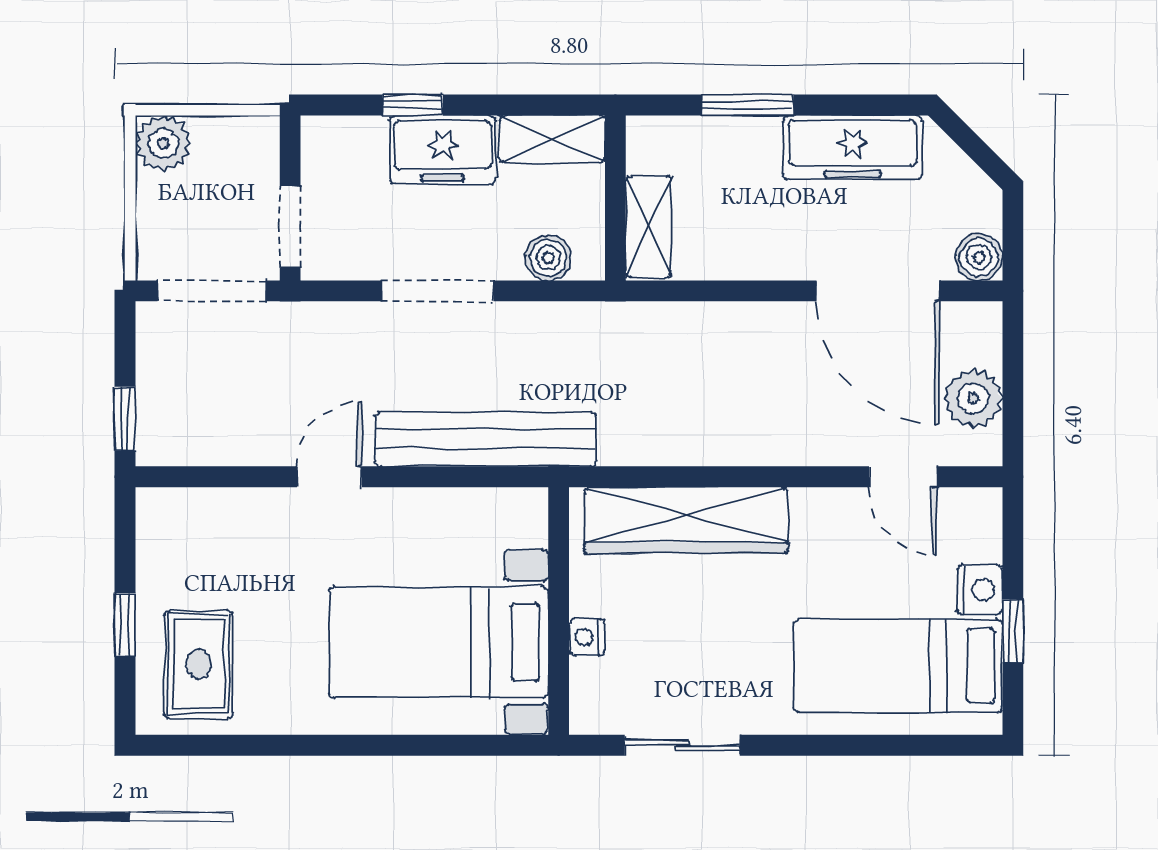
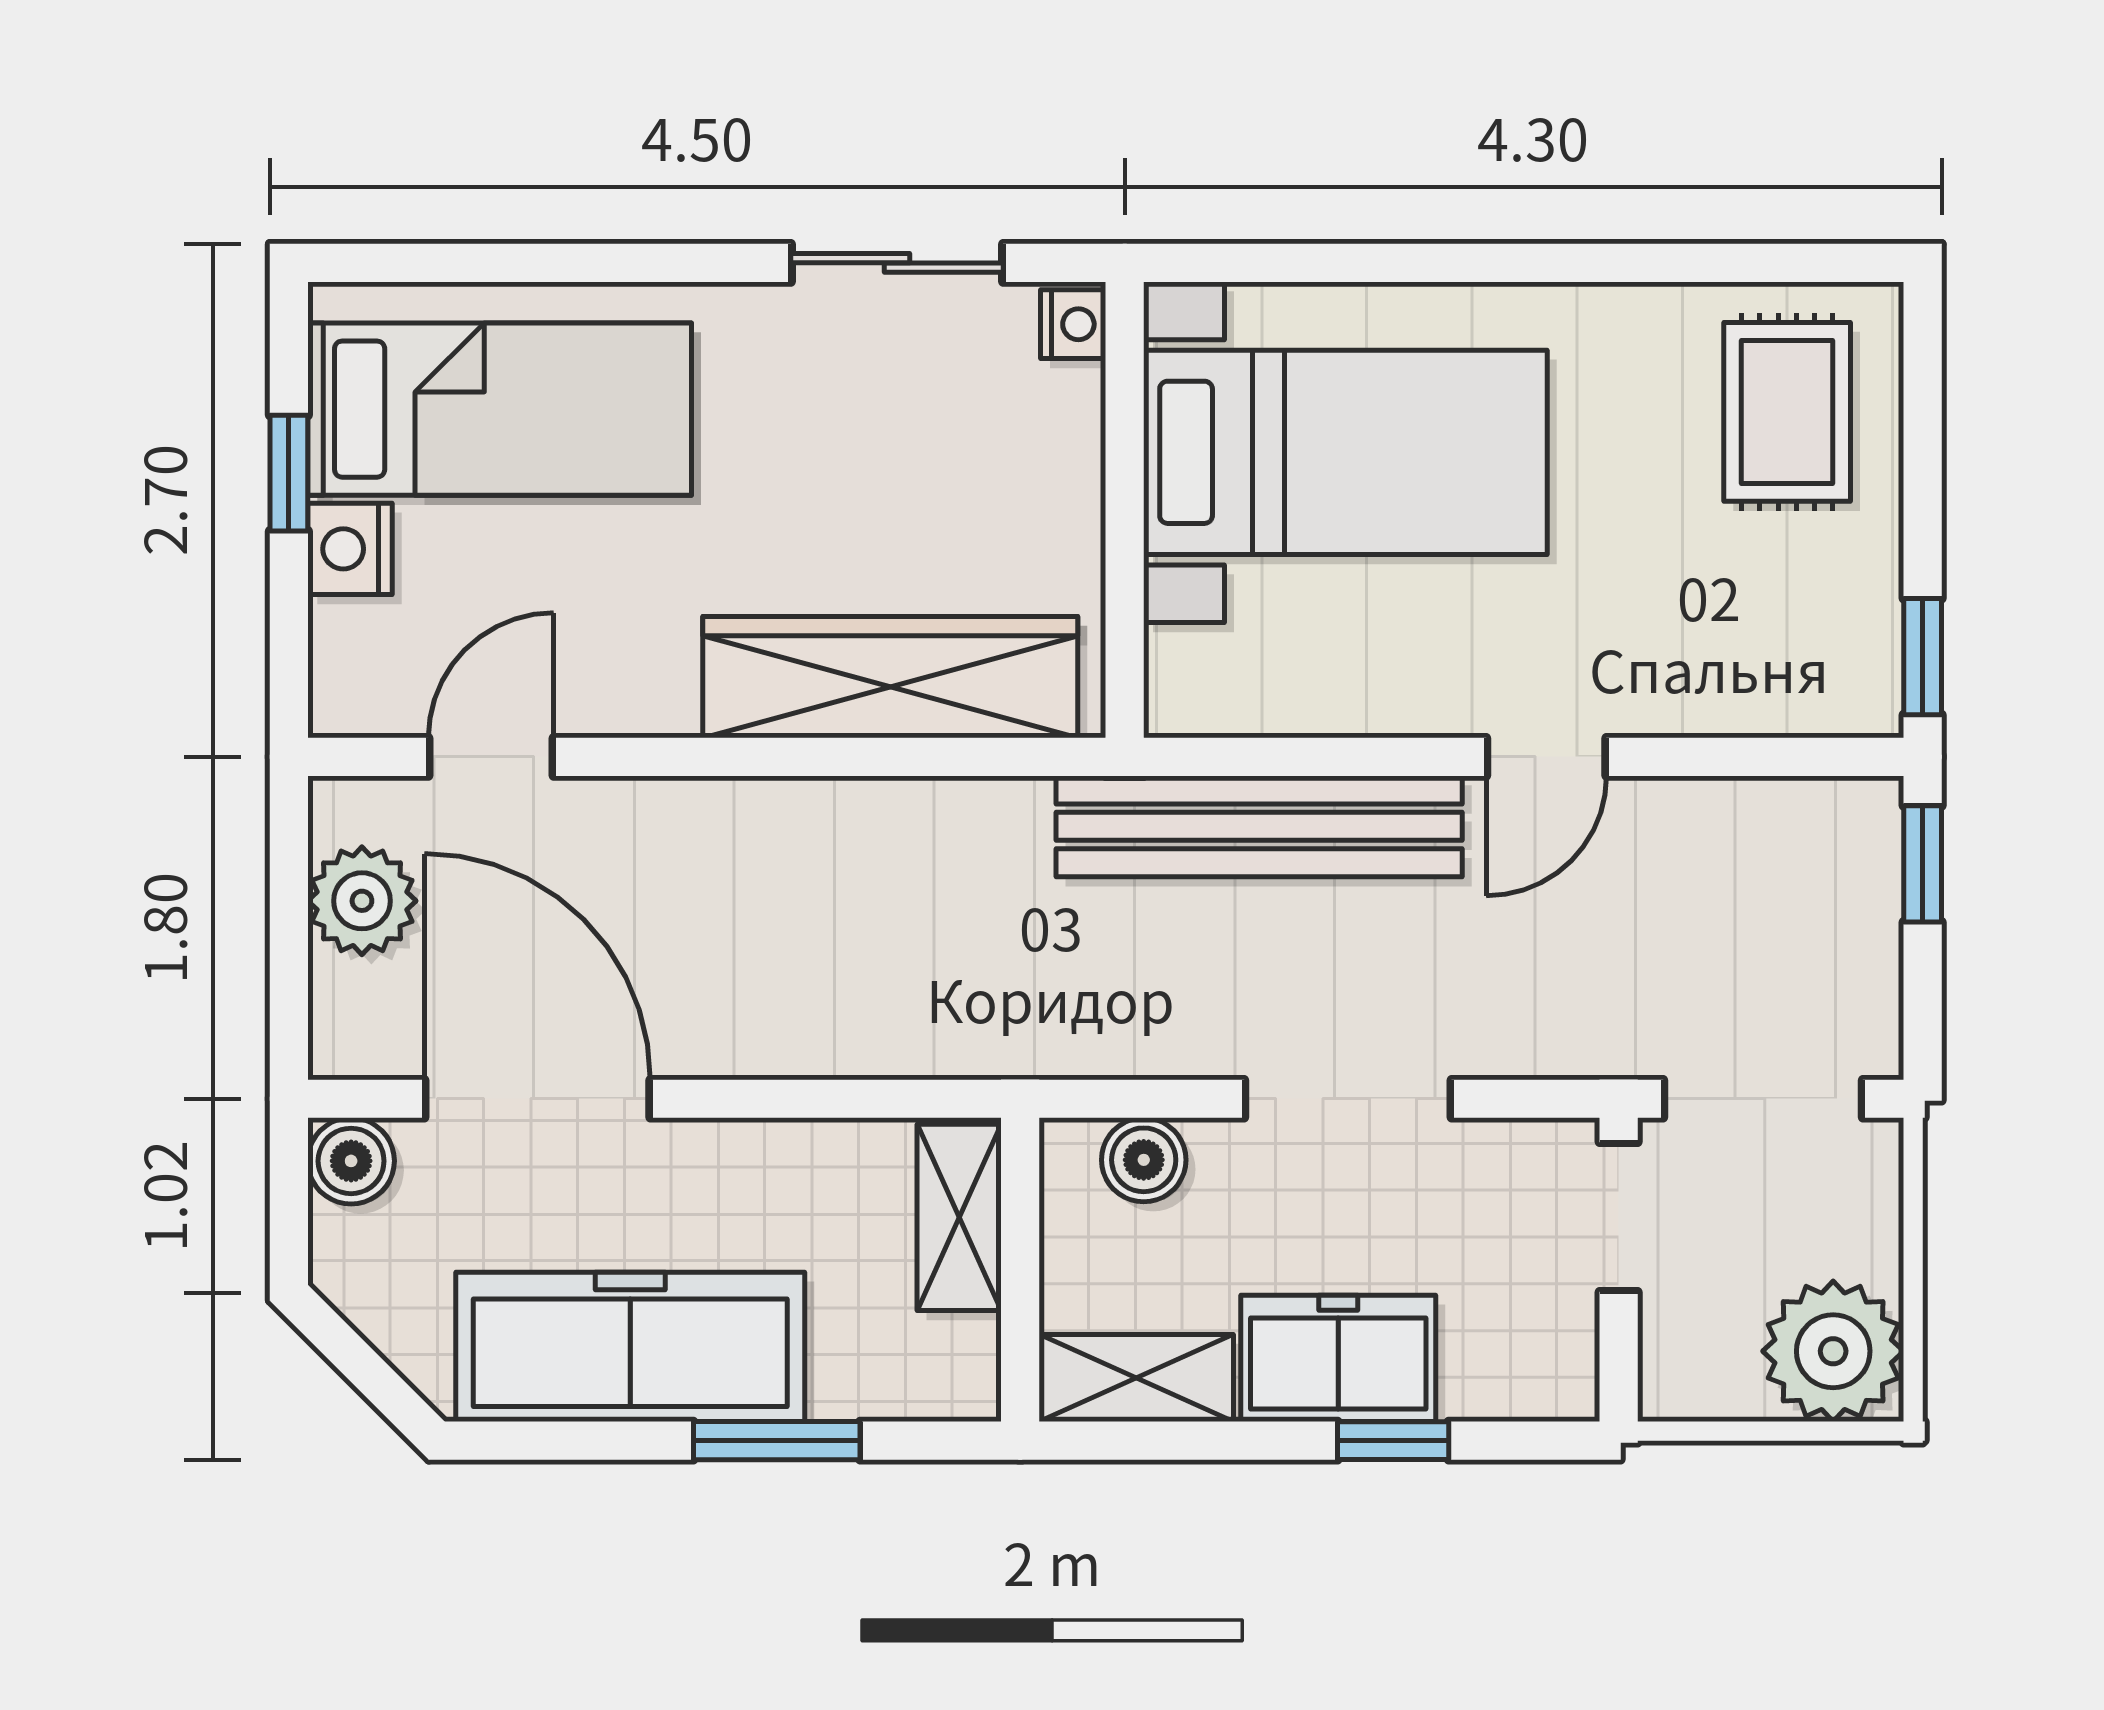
plant: (163, 143) -> (1833, 1351), width x1.36, depth x1.36
freezer: (853, 148) -> (630, 1347), width x1.36, depth x1.26
door: (903, 477) -> (491, 757), hinge flipped
window: (125, 625) -> (1923, 657), moved
nightstand: (587, 637) -> (1073, 324), moved

